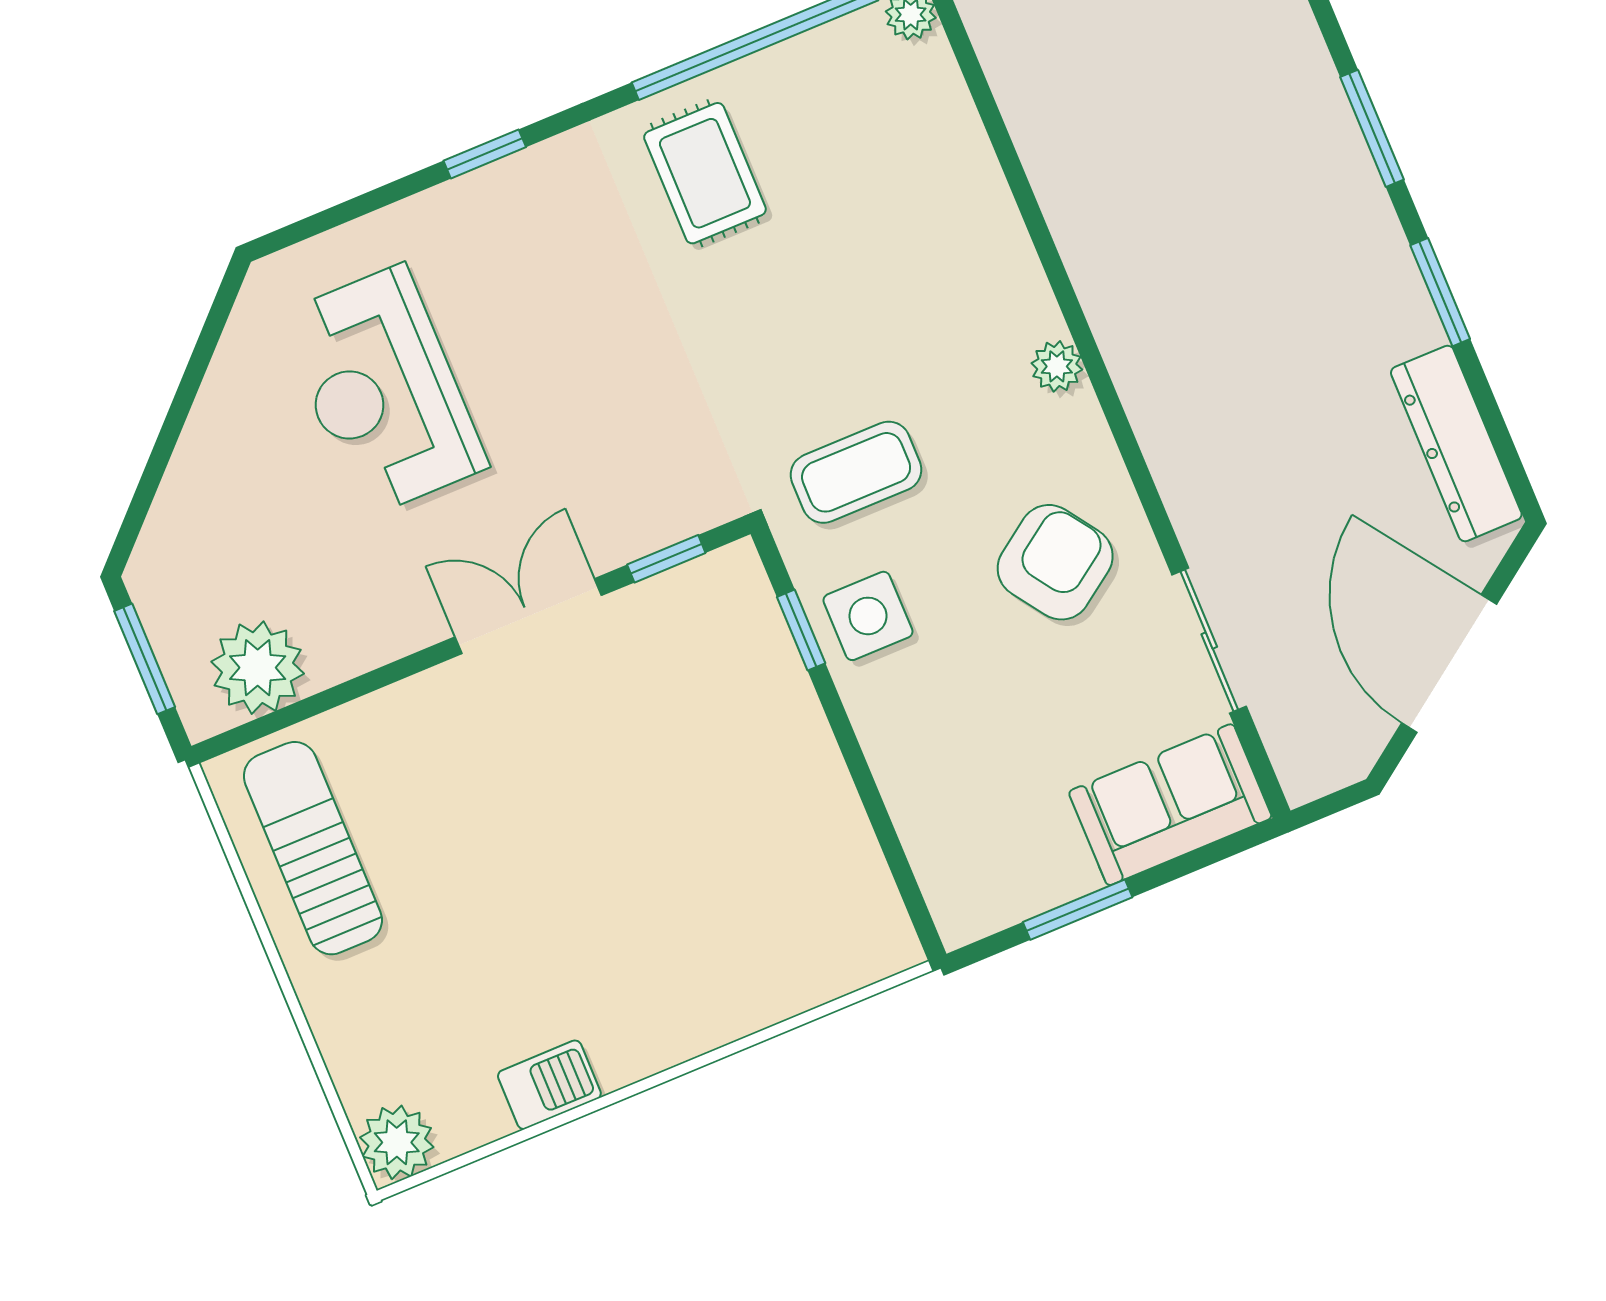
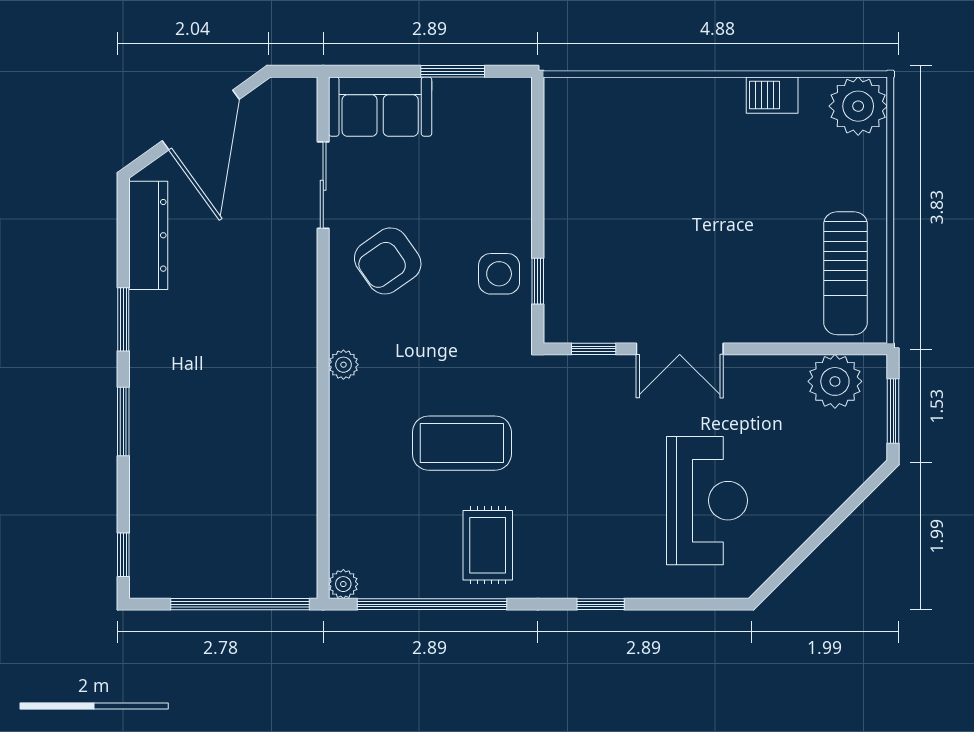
coffee table: (856, 472) -> (462, 443), moved, width x1.36, depth x1.32
plant: (397, 1142) -> (858, 106), width x1.36, depth x1.36

